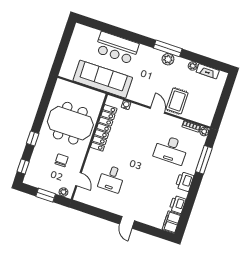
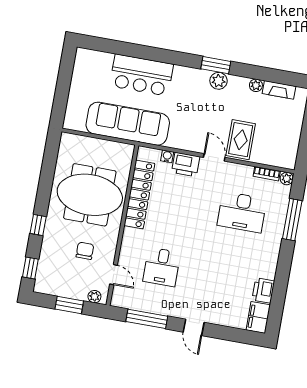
window: (168, 48) -> (216, 65), width x0.69
printer: (185, 182) -> (186, 164), moved, turned -90
window: (96, 212) -> (147, 319), added

